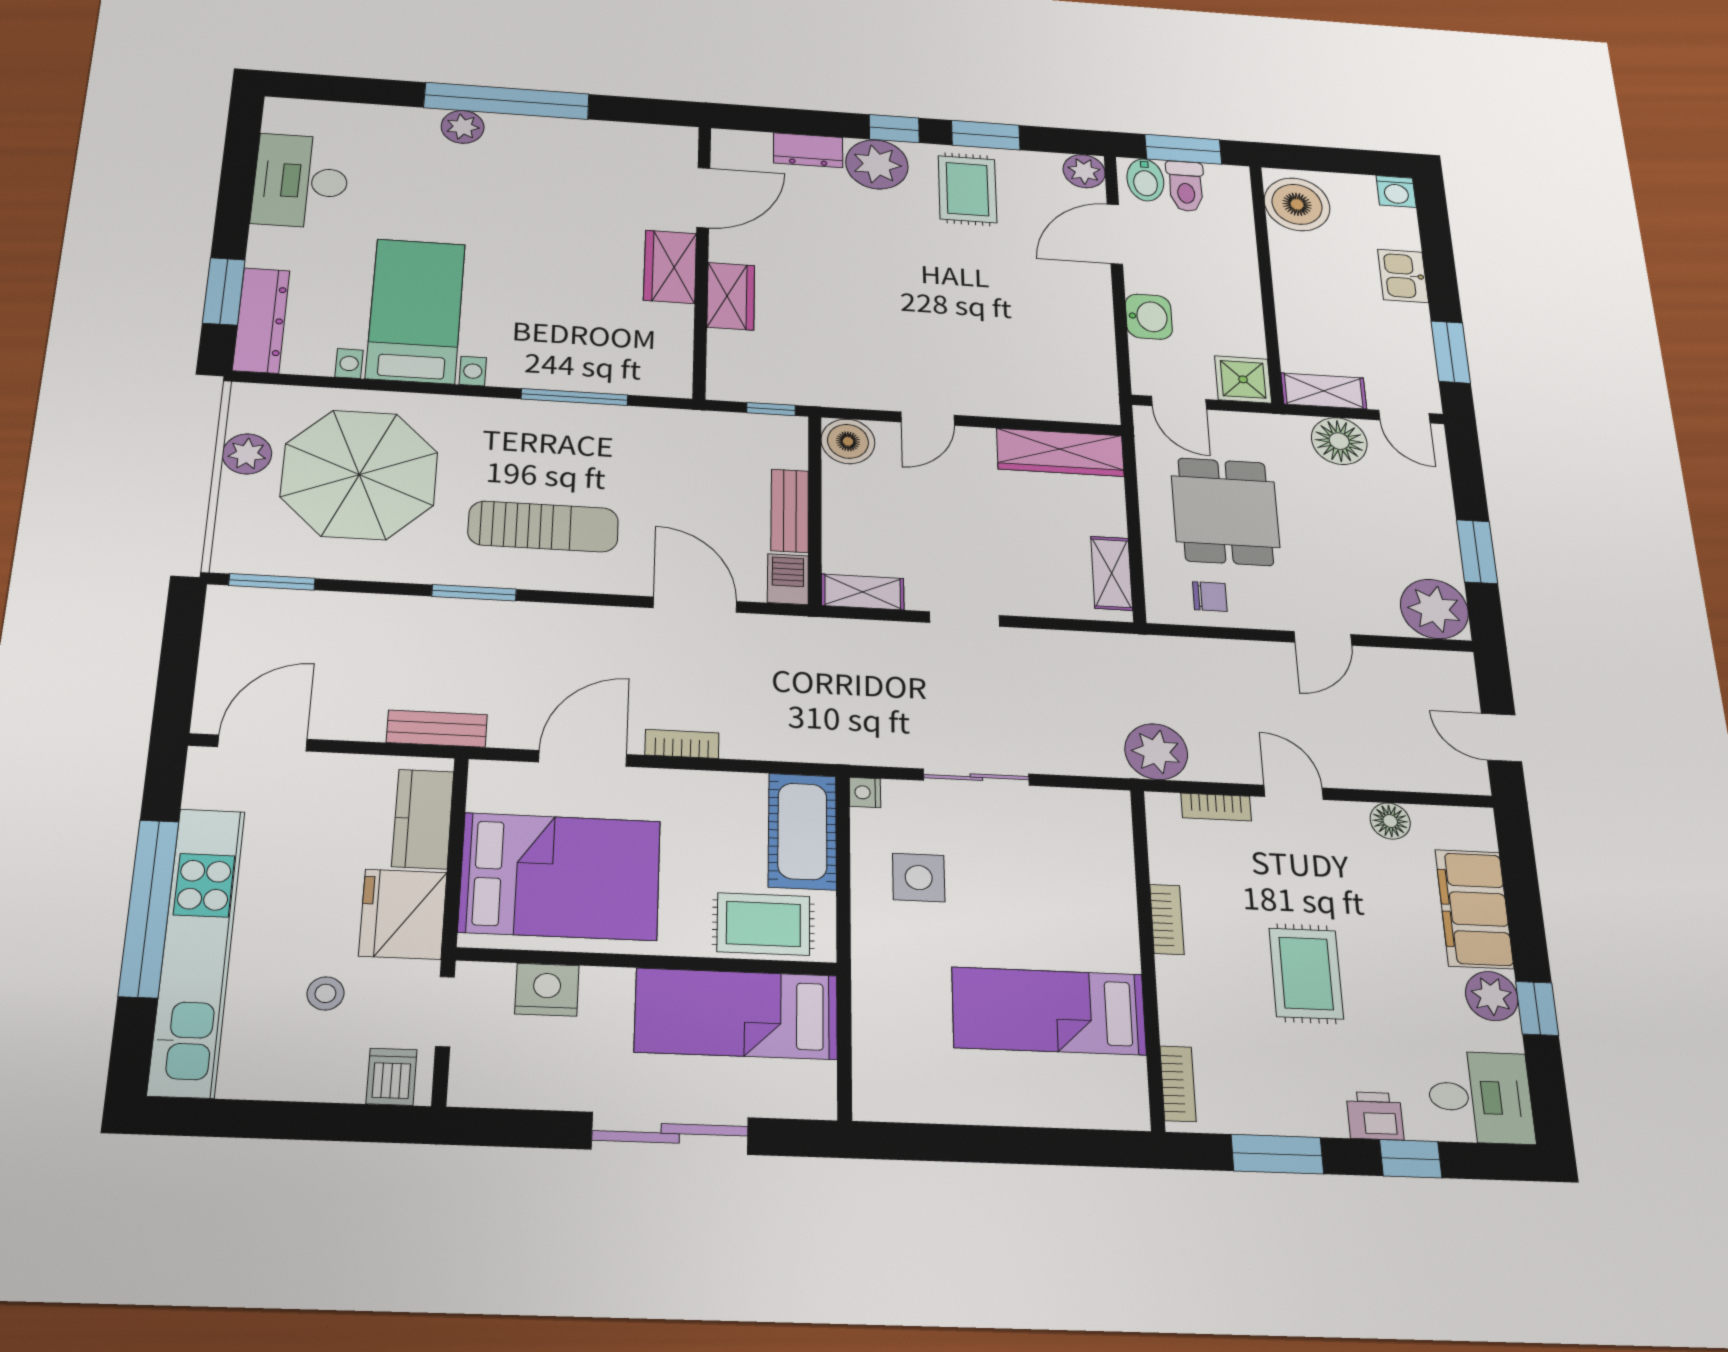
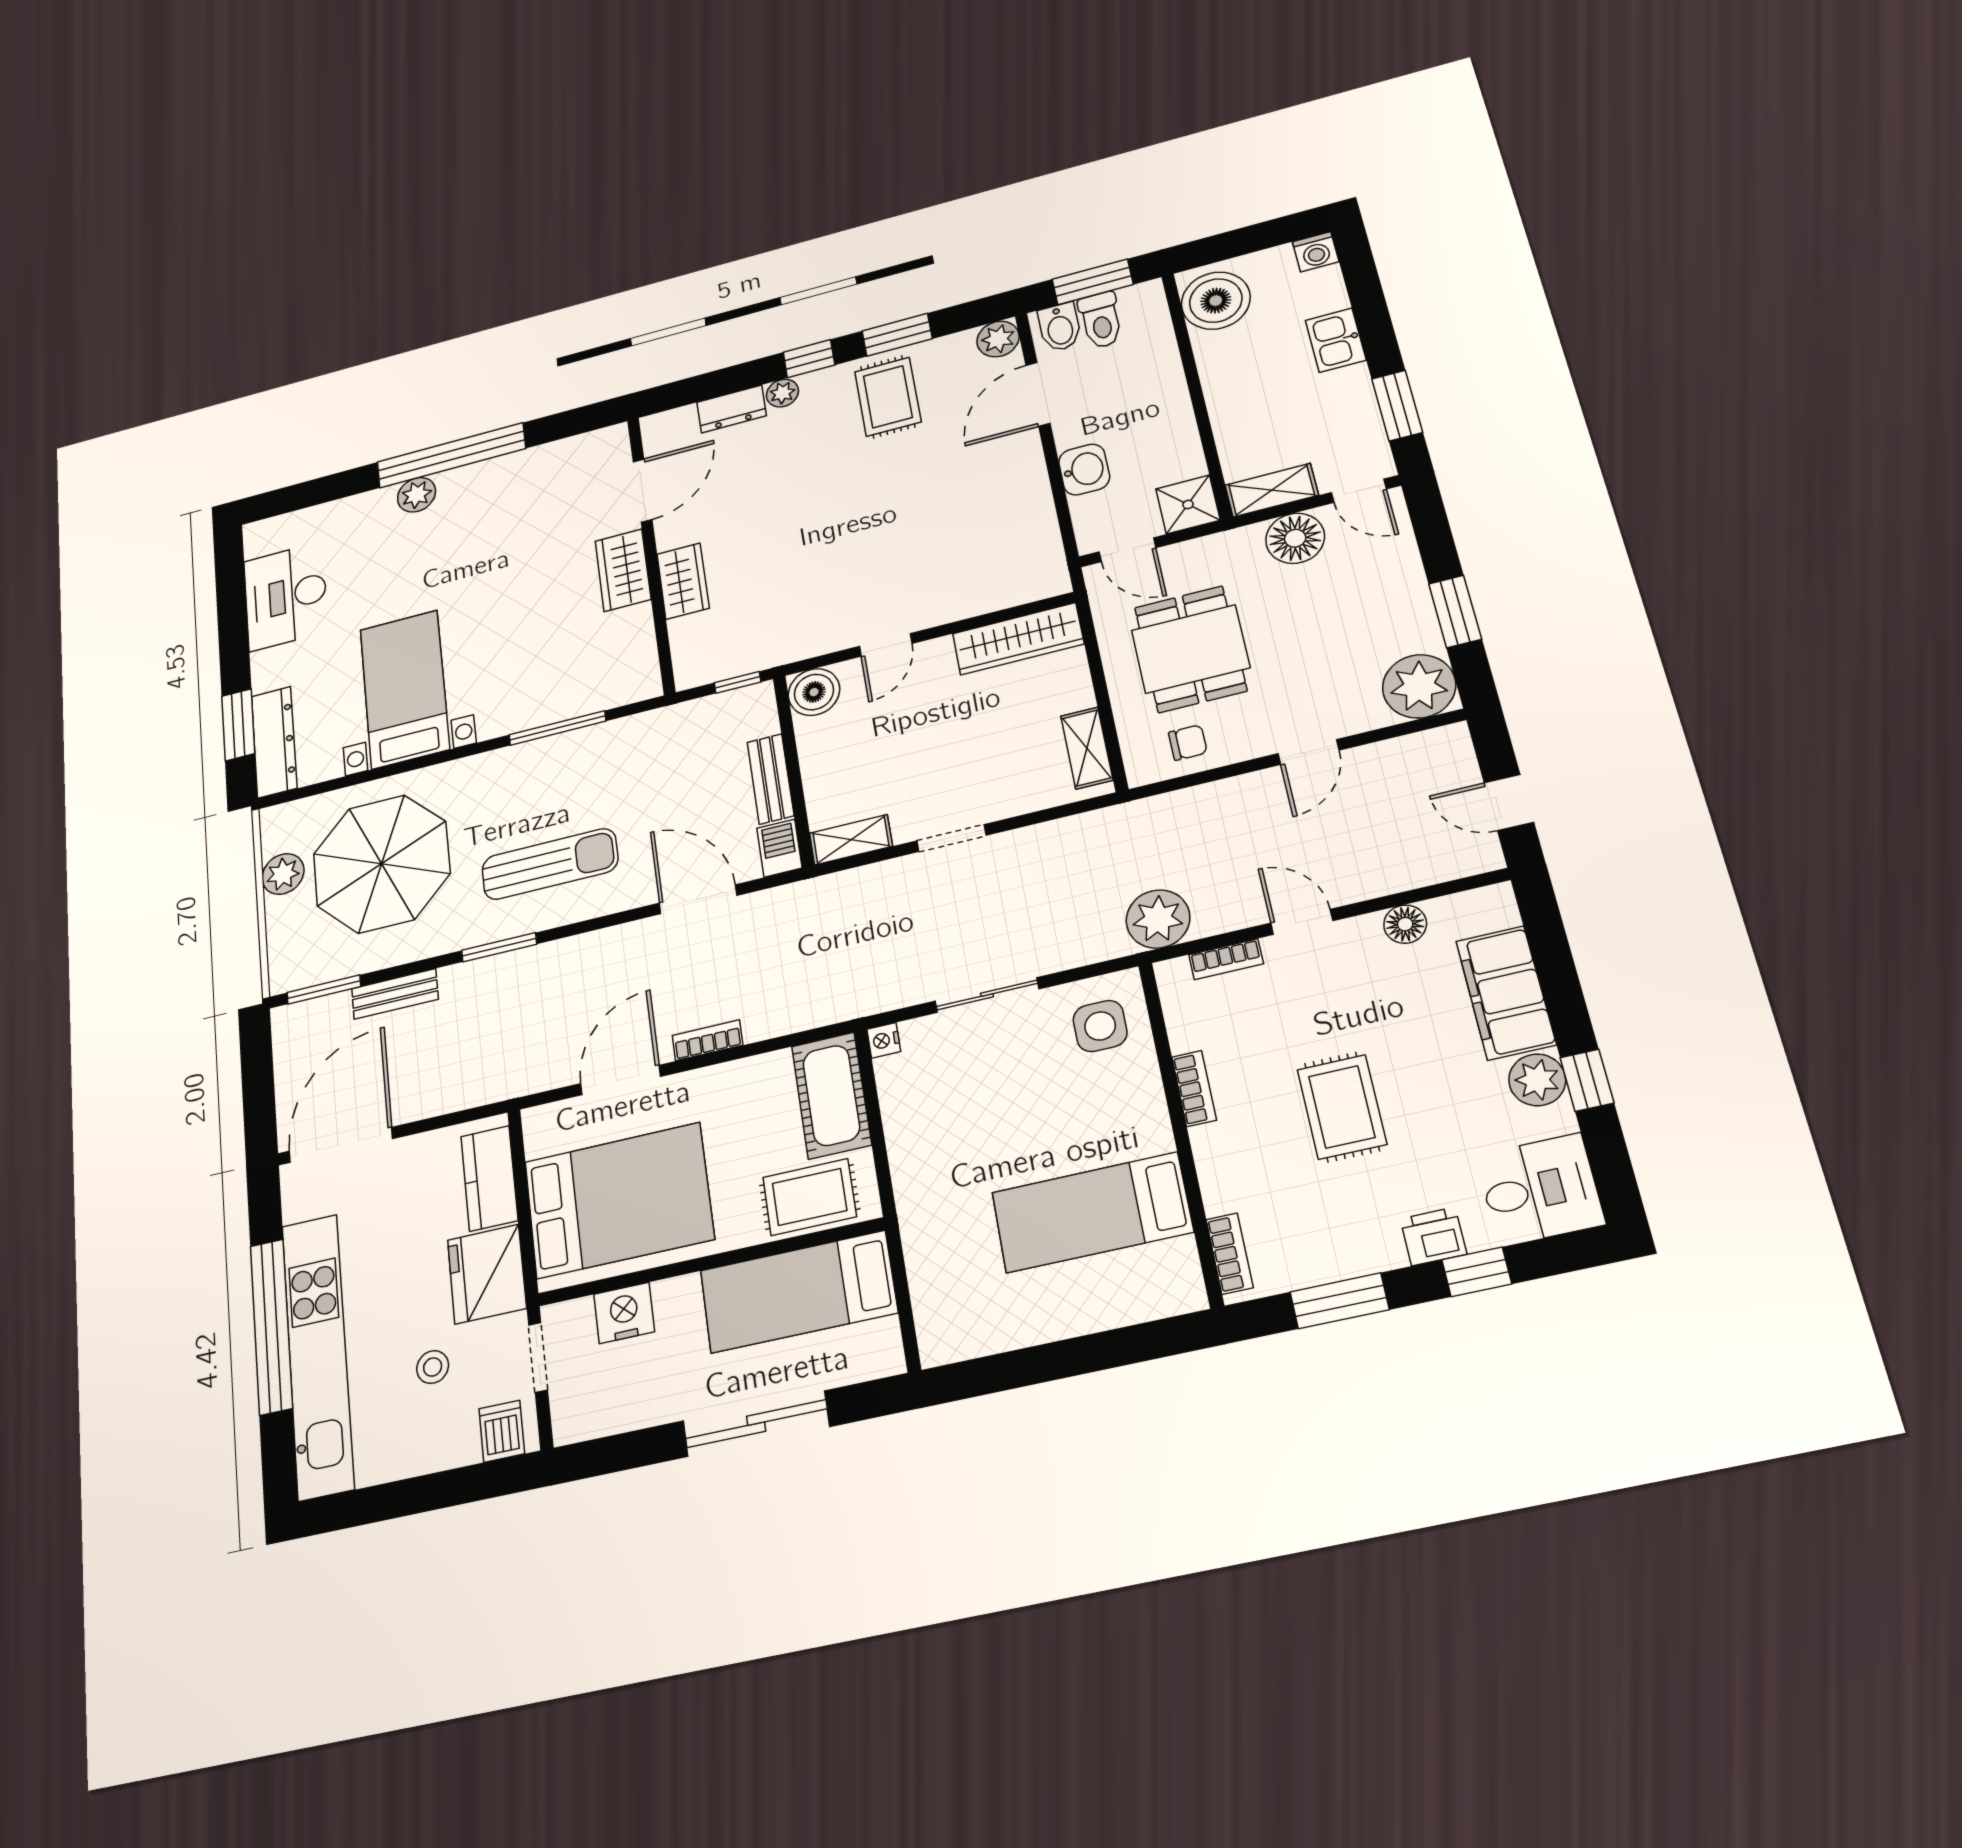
plant: (877, 164) -> (782, 393), width x0.53, depth x0.53
bench: (437, 729) -> (395, 994), moved
door: (263, 743) -> (341, 1145), width x1.36
side table: (919, 878) -> (1100, 1026), moved

